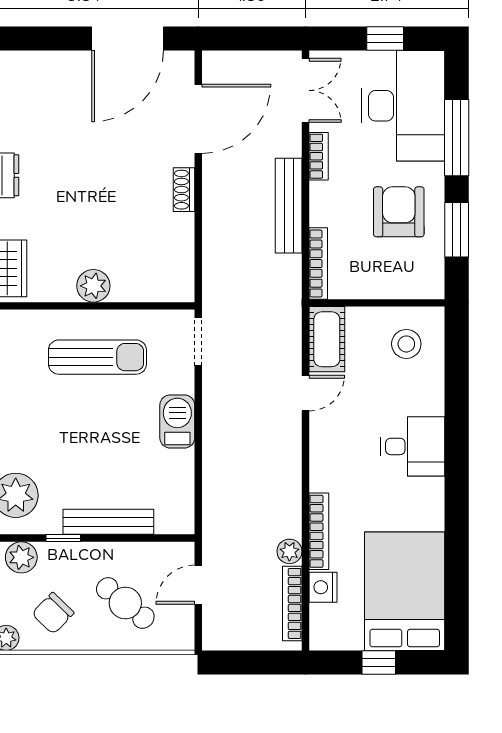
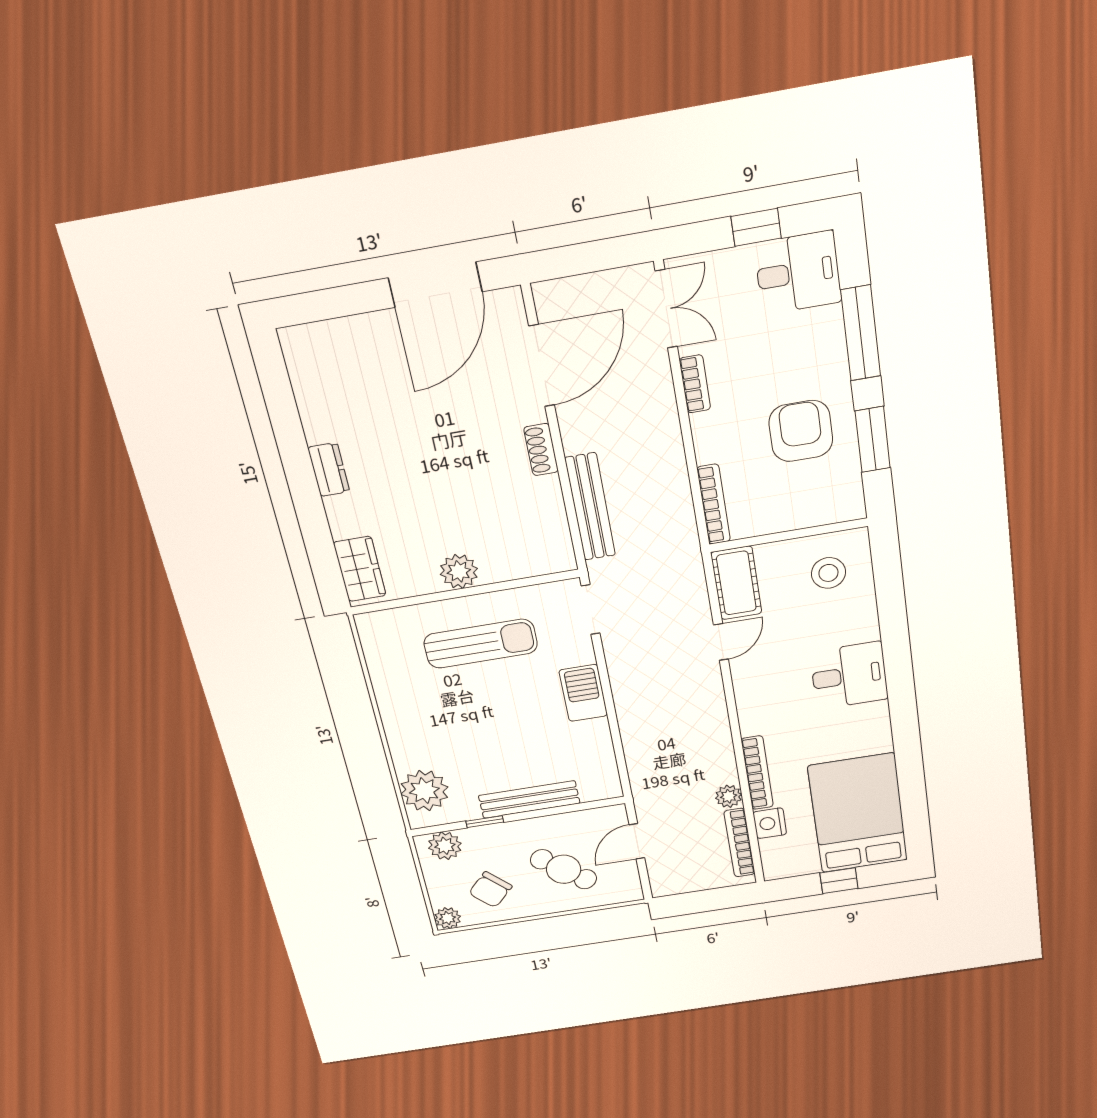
desk: (403, 106) -> (798, 273), width x0.53, depth x0.77
bench: (289, 206) -> (590, 507), moved

